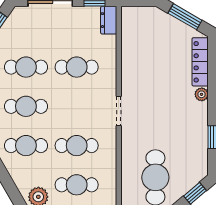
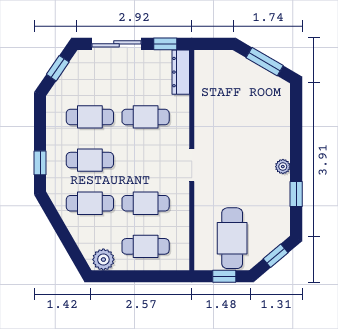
dresser: (109, 20) -> (181, 72), width x1.44
locker: (200, 62) -> (281, 111), removed
plant: (202, 94) -> (283, 167), moved

